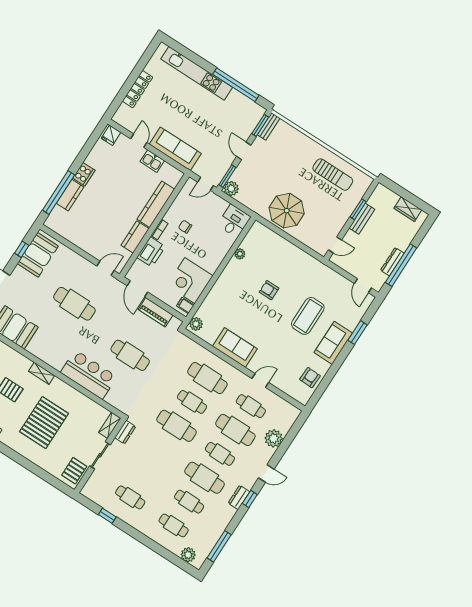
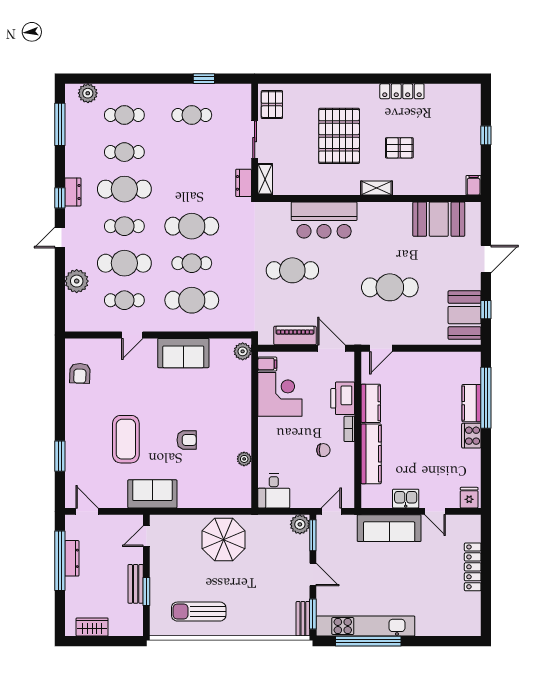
kitchen unit: (197, 73) -> (365, 626), moved
sofa: (333, 343) -> (152, 494), moved, turned -90

